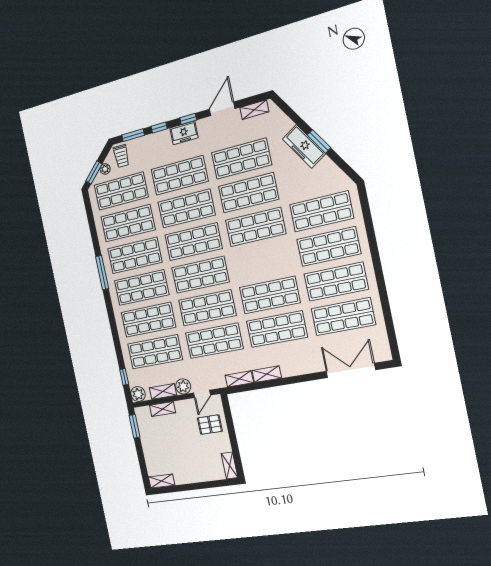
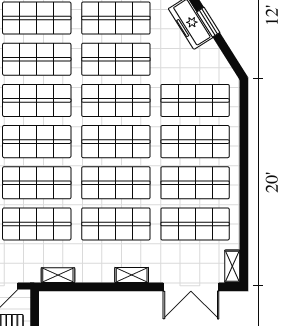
shop shelf: (263, 261) -> (116, 142), added
shelving: (383, 347) -> (232, 266), added
double door: (351, 371) -> (191, 287), swing flipped
shelving: (267, 374) -> (132, 275), moved

